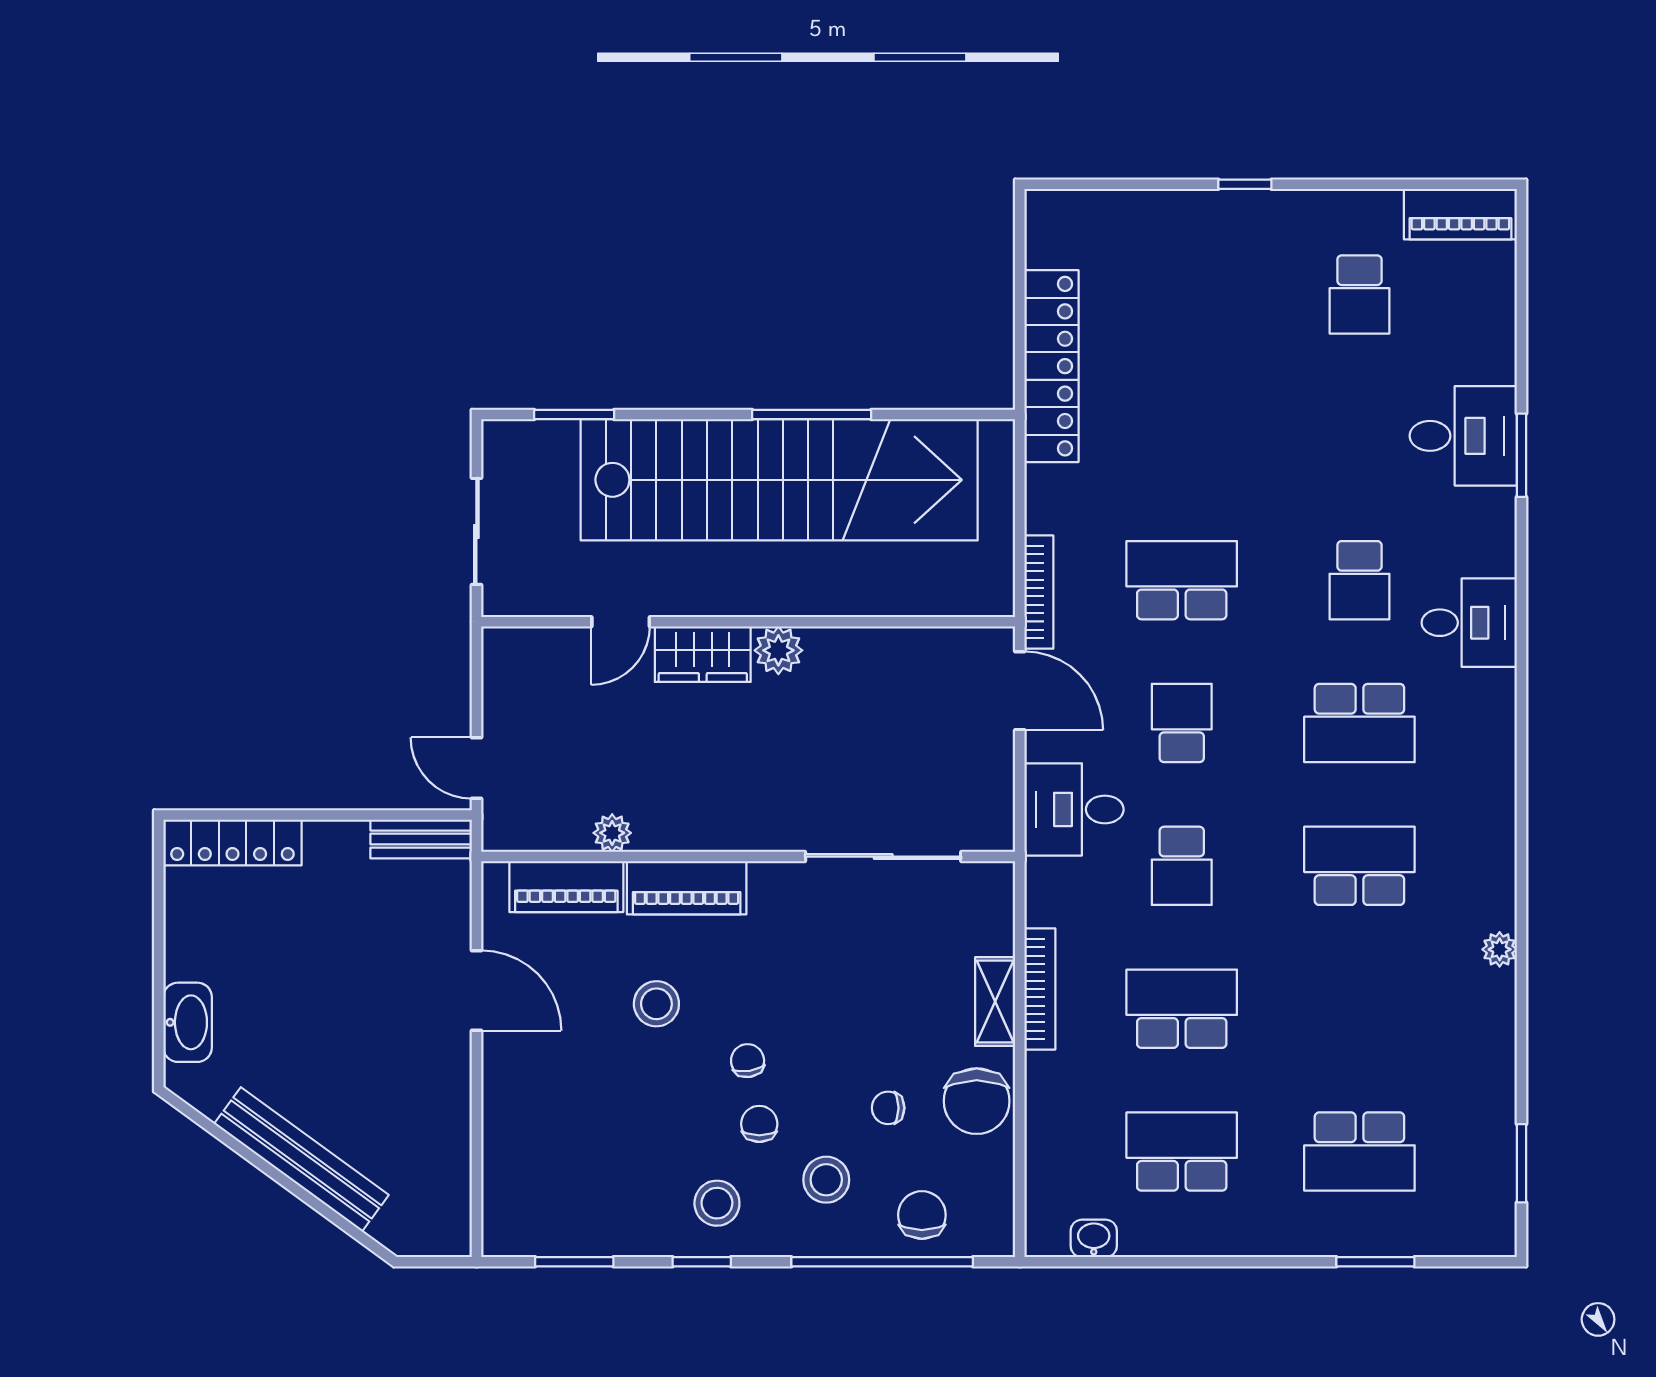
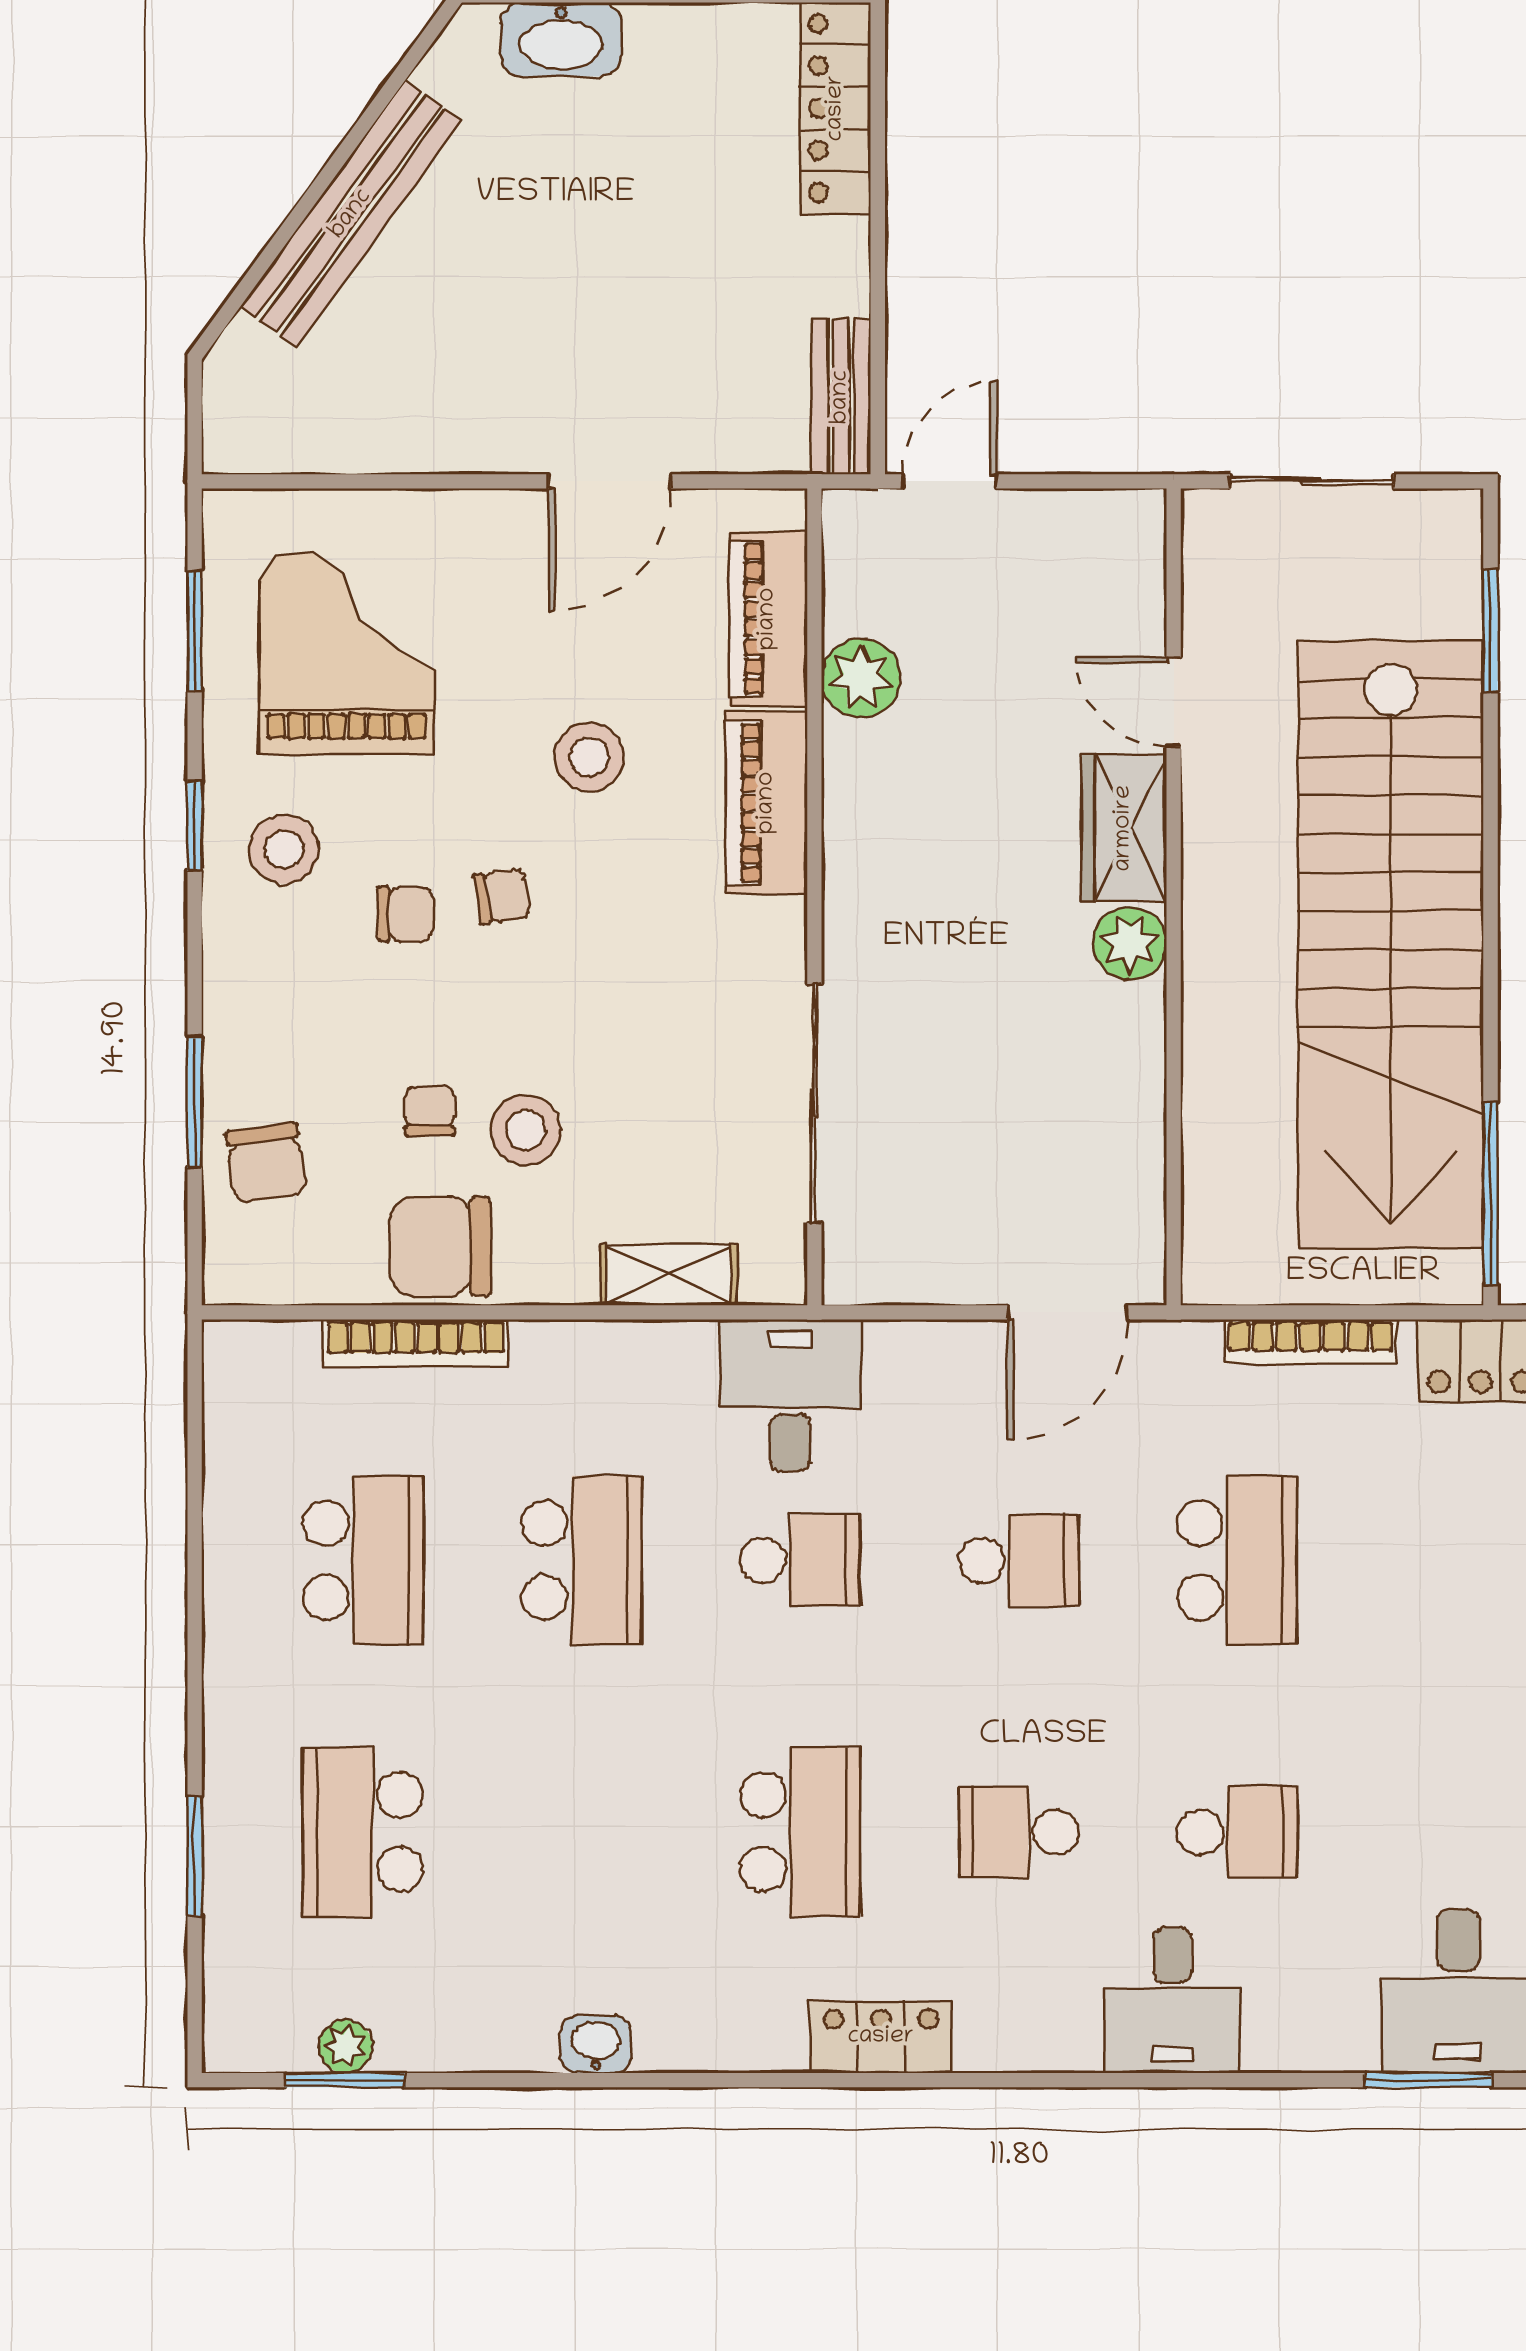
window: (812, 415) -> (1491, 1193), moved
school desk: (1359, 580) -> (1237, 1832), turned 180
bookcase: (1039, 592) -> (1311, 1342), moved
school desk: (1359, 723) -> (1019, 1832), width x0.54
desk: (1074, 809) -> (790, 1395), moved
locker: (1493, 813) -> (881, 2037), added
plant: (612, 833) -> (861, 678), width x1.38, depth x1.38
school desk: (1182, 866) -> (800, 1560), turned 180
plant: (1500, 949) -> (346, 2046), moved
bookcase: (1040, 989) -> (416, 1343), moved
shelving: (995, 1002) -> (669, 1275), moved
grand piano: (589, 1162) -> (347, 653), added
stool: (826, 1180) -> (526, 1130), moved
chair: (922, 1215) -> (266, 1163), turned 82
washbasin: (1094, 1238) -> (596, 2044), moved, turned -90
window: (882, 1262) -> (195, 1102), width x0.47

